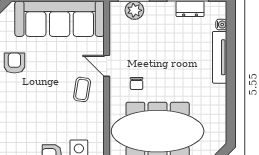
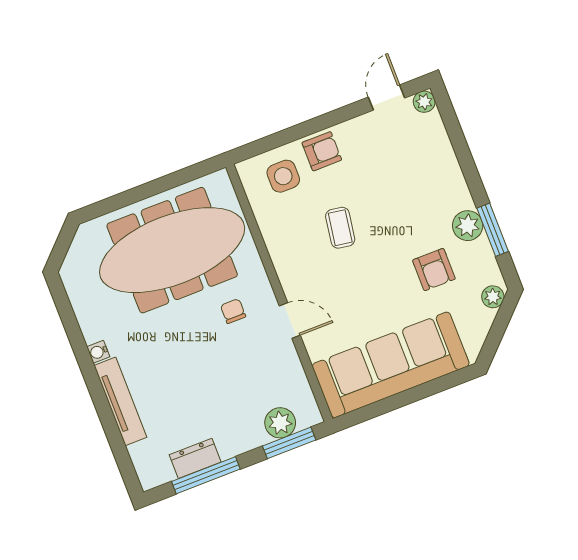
water cooler: (221, 25) -> (98, 352), moved
coffee table: (82, 89) -> (340, 228), moved

